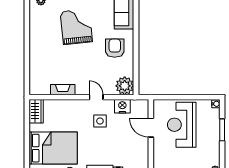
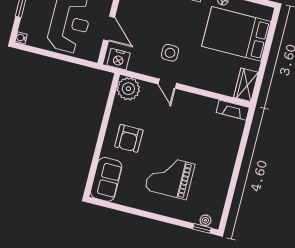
grand piano: (76, 27) -> (170, 177), turned 96
fireplace: (63, 90) -> (233, 110), moved
nightstand: (122, 106) -> (119, 59), moved

